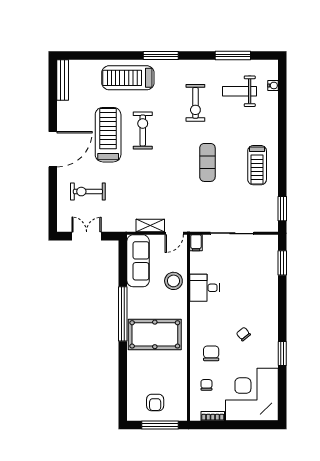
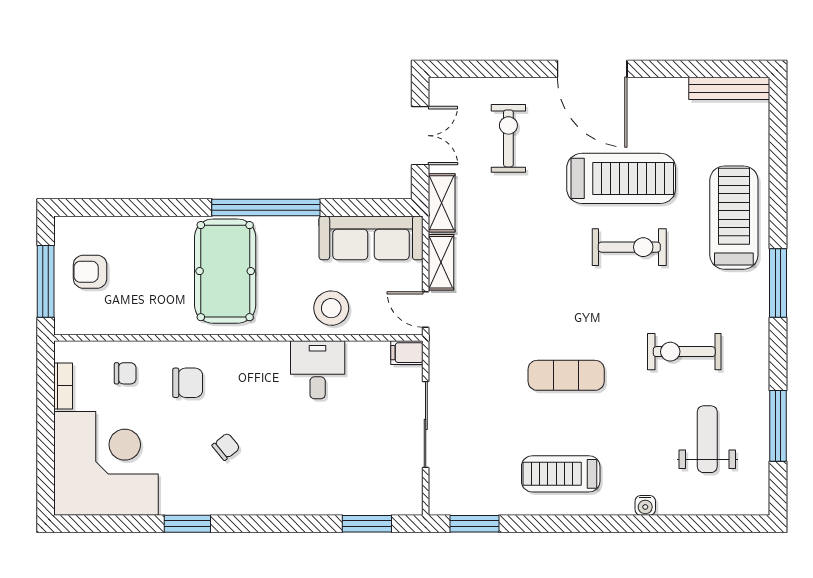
water cooler: (273, 85) -> (645, 505), moved
shelving: (120, 225) -> (442, 203), added

